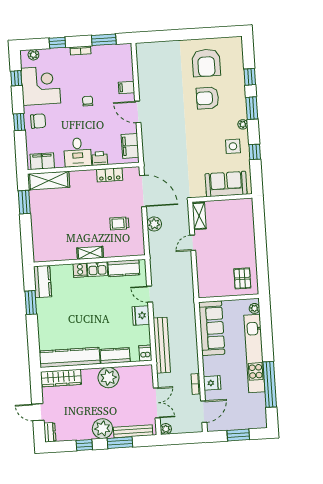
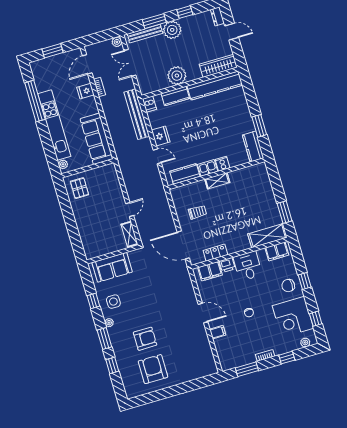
filing cabinet: (130, 146) -> (210, 271), moved, turned 90
plant: (154, 224) -> (167, 218), removed

